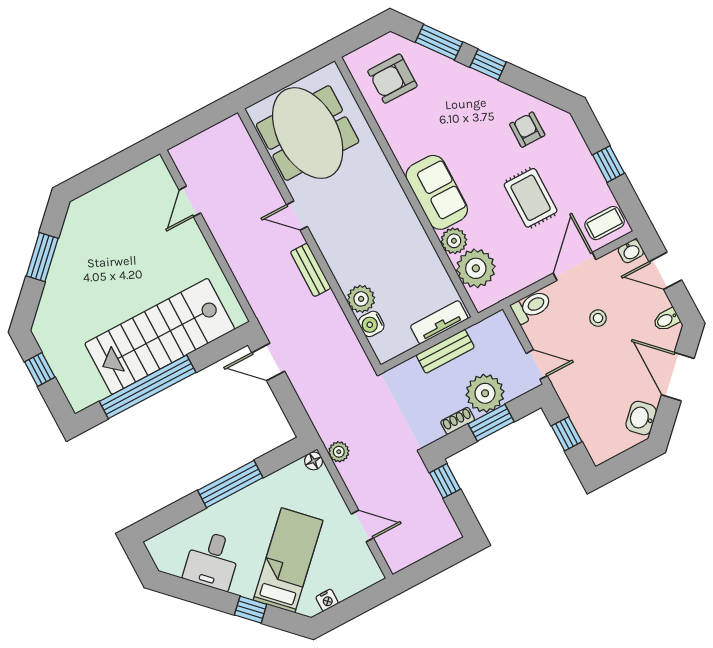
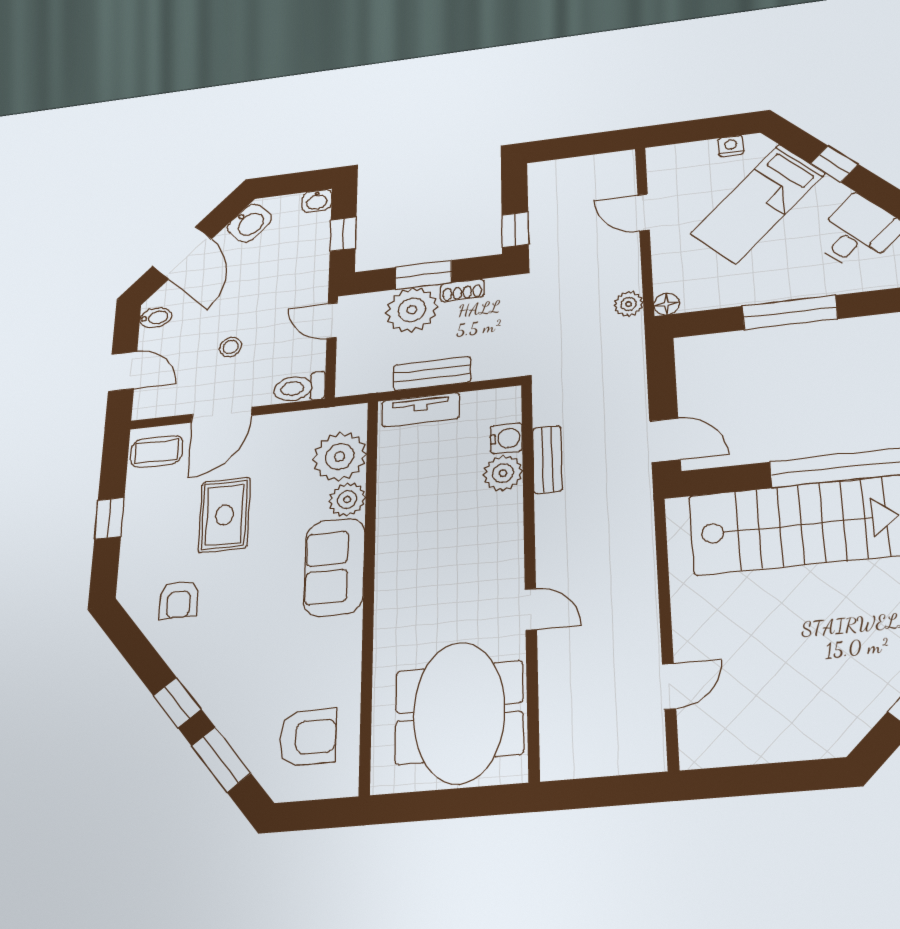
washbasin: (631, 251) -> (317, 201), moved, turned 180
bench: (311, 270) -> (547, 459), moved

